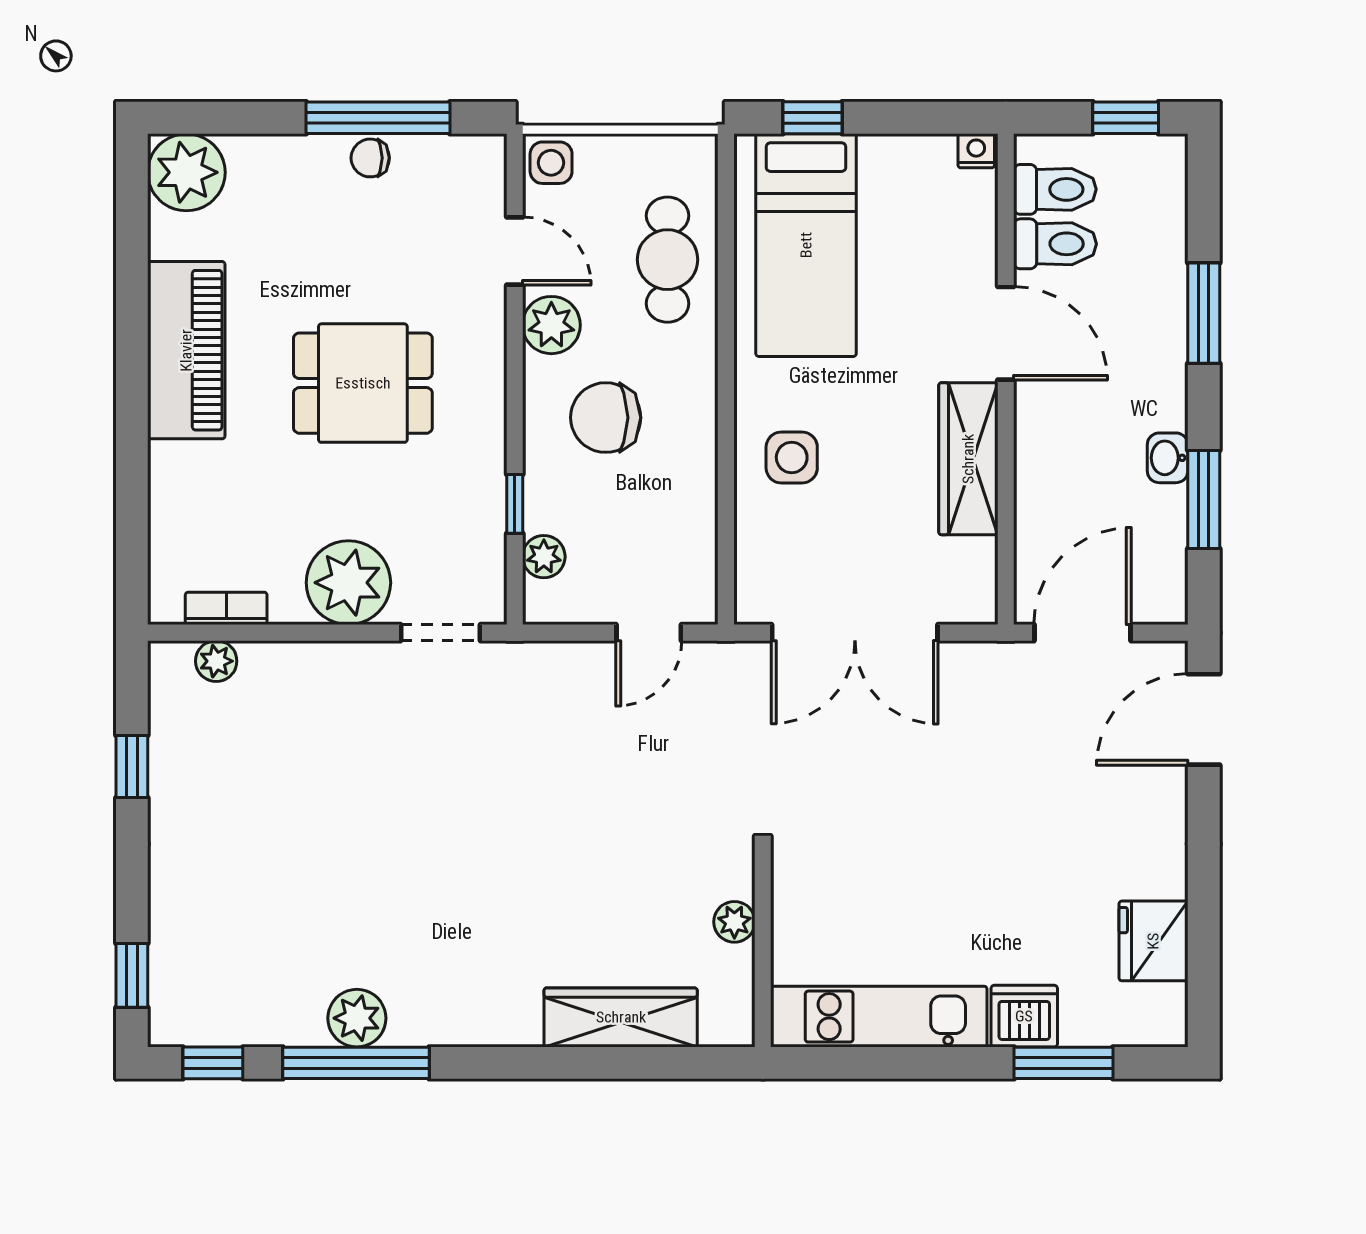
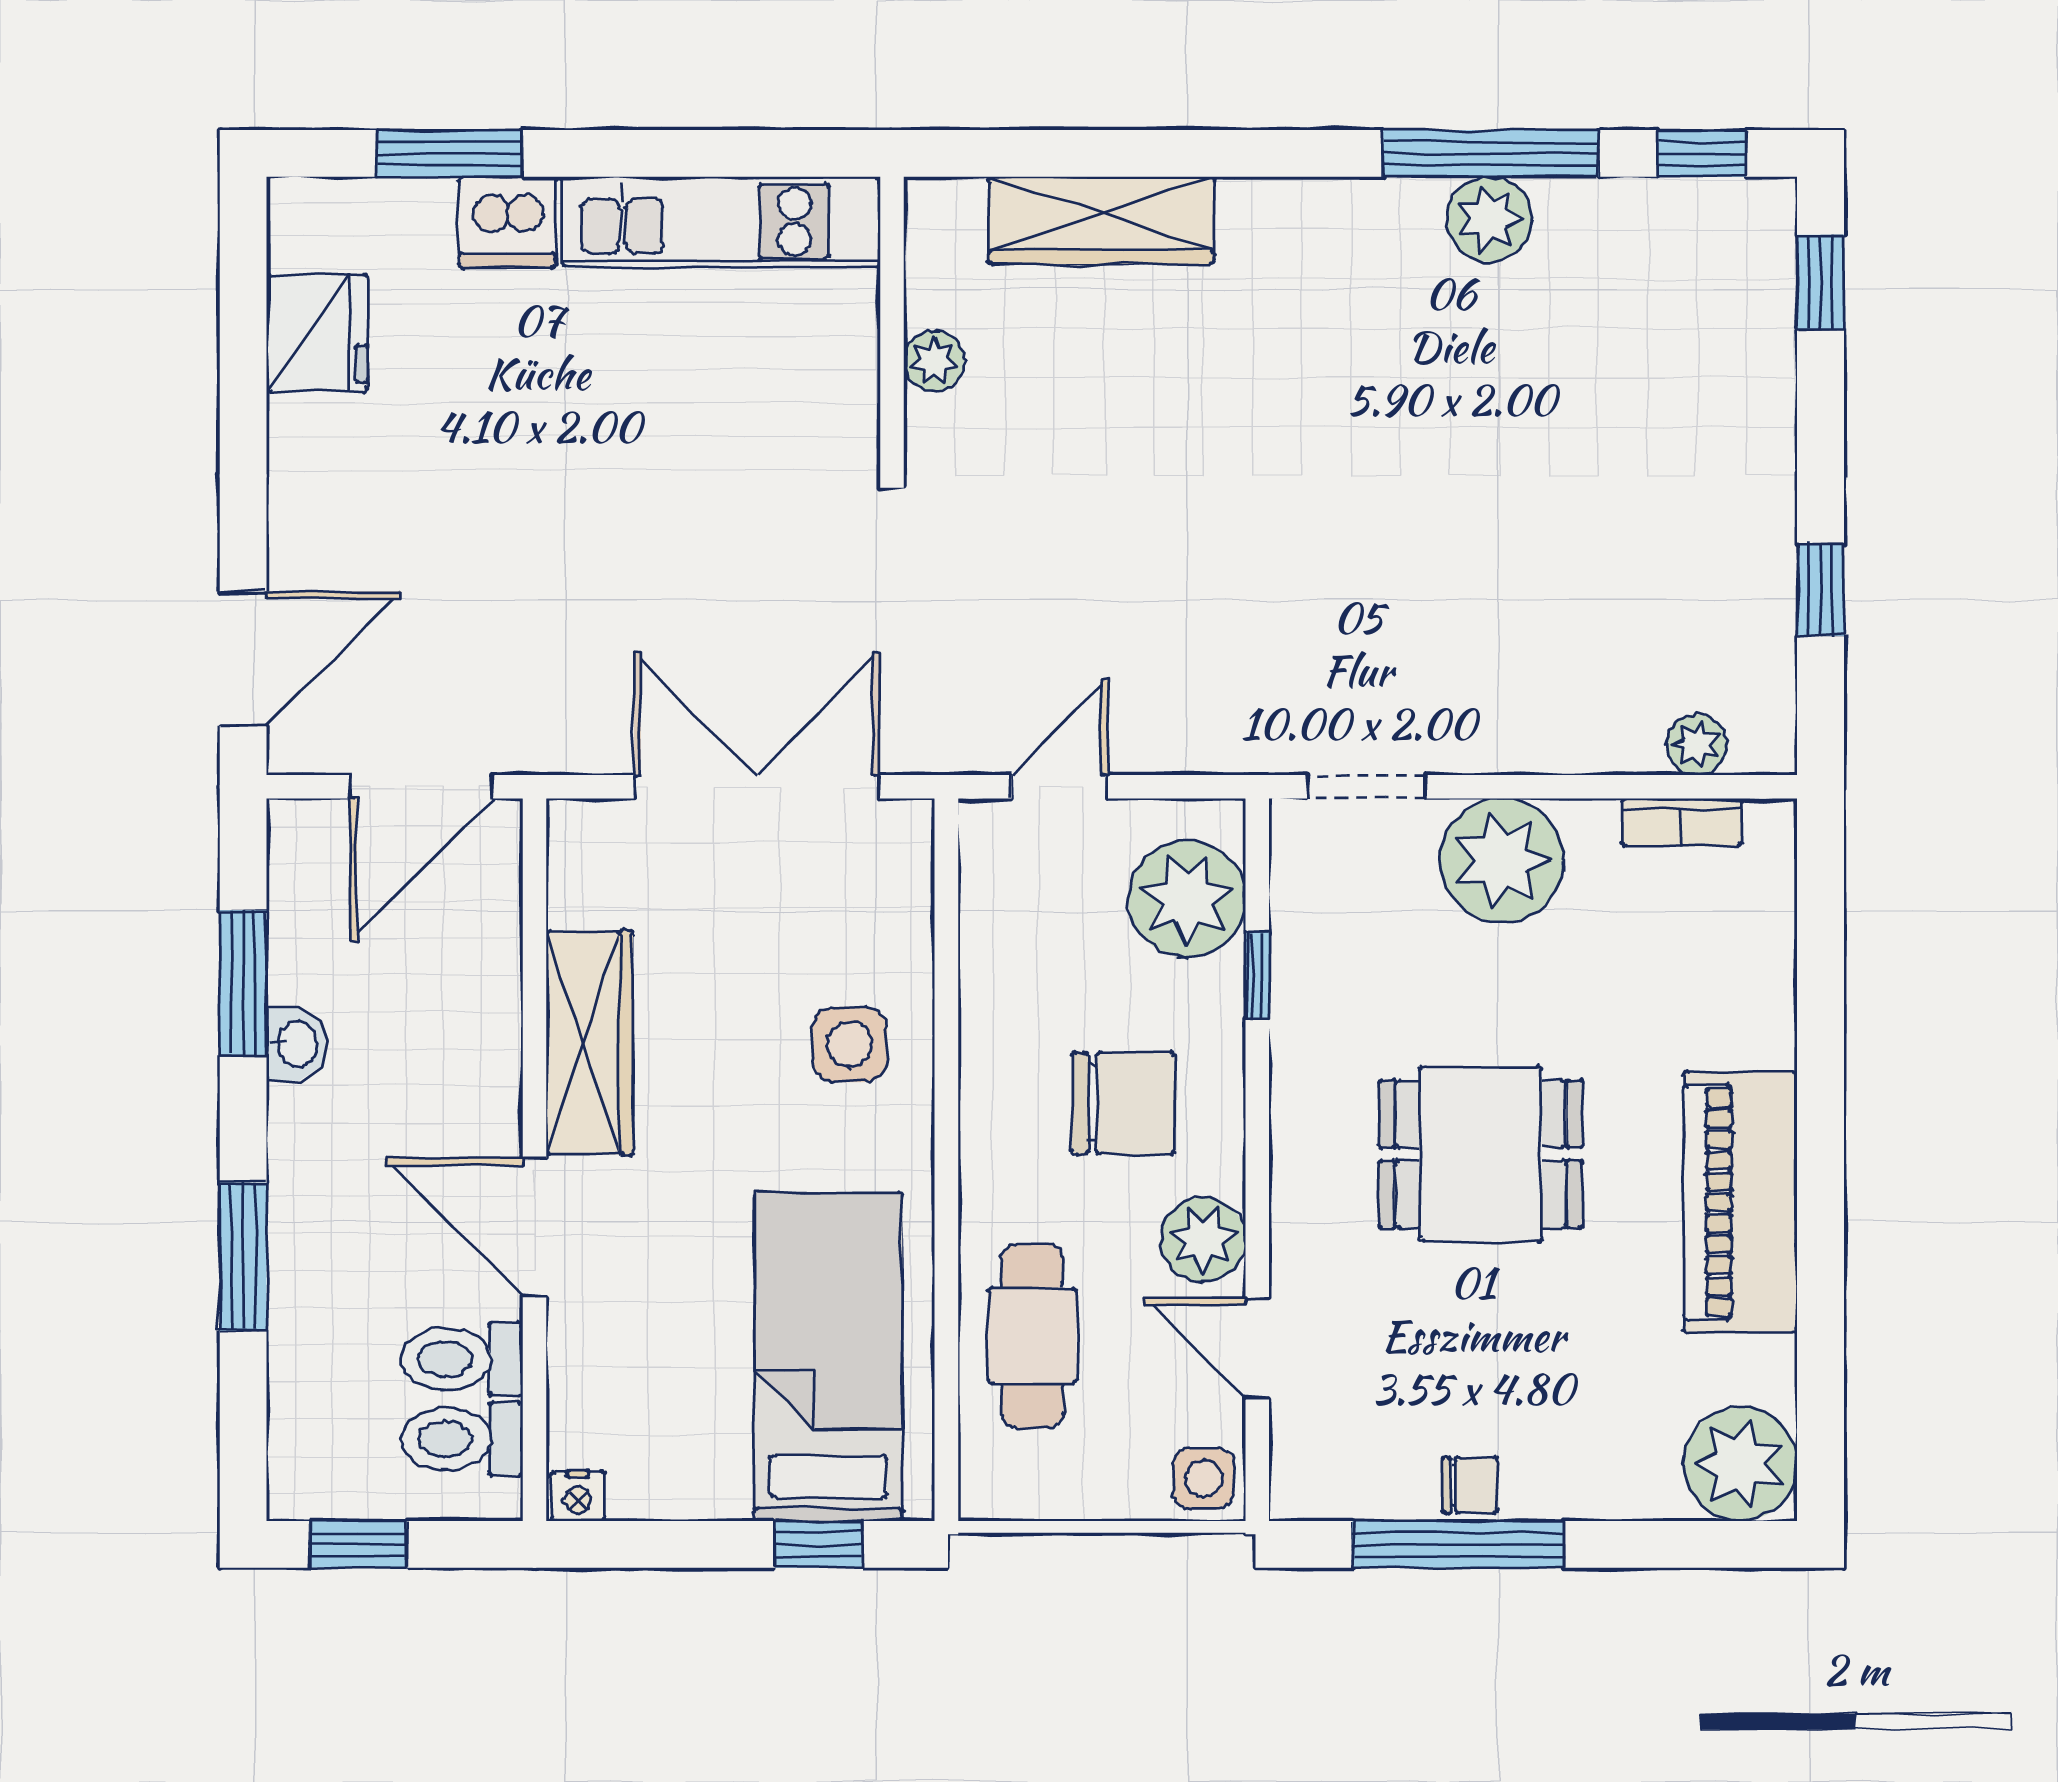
plant: (544, 557) -> (1187, 899), width x1.88, depth x1.88

